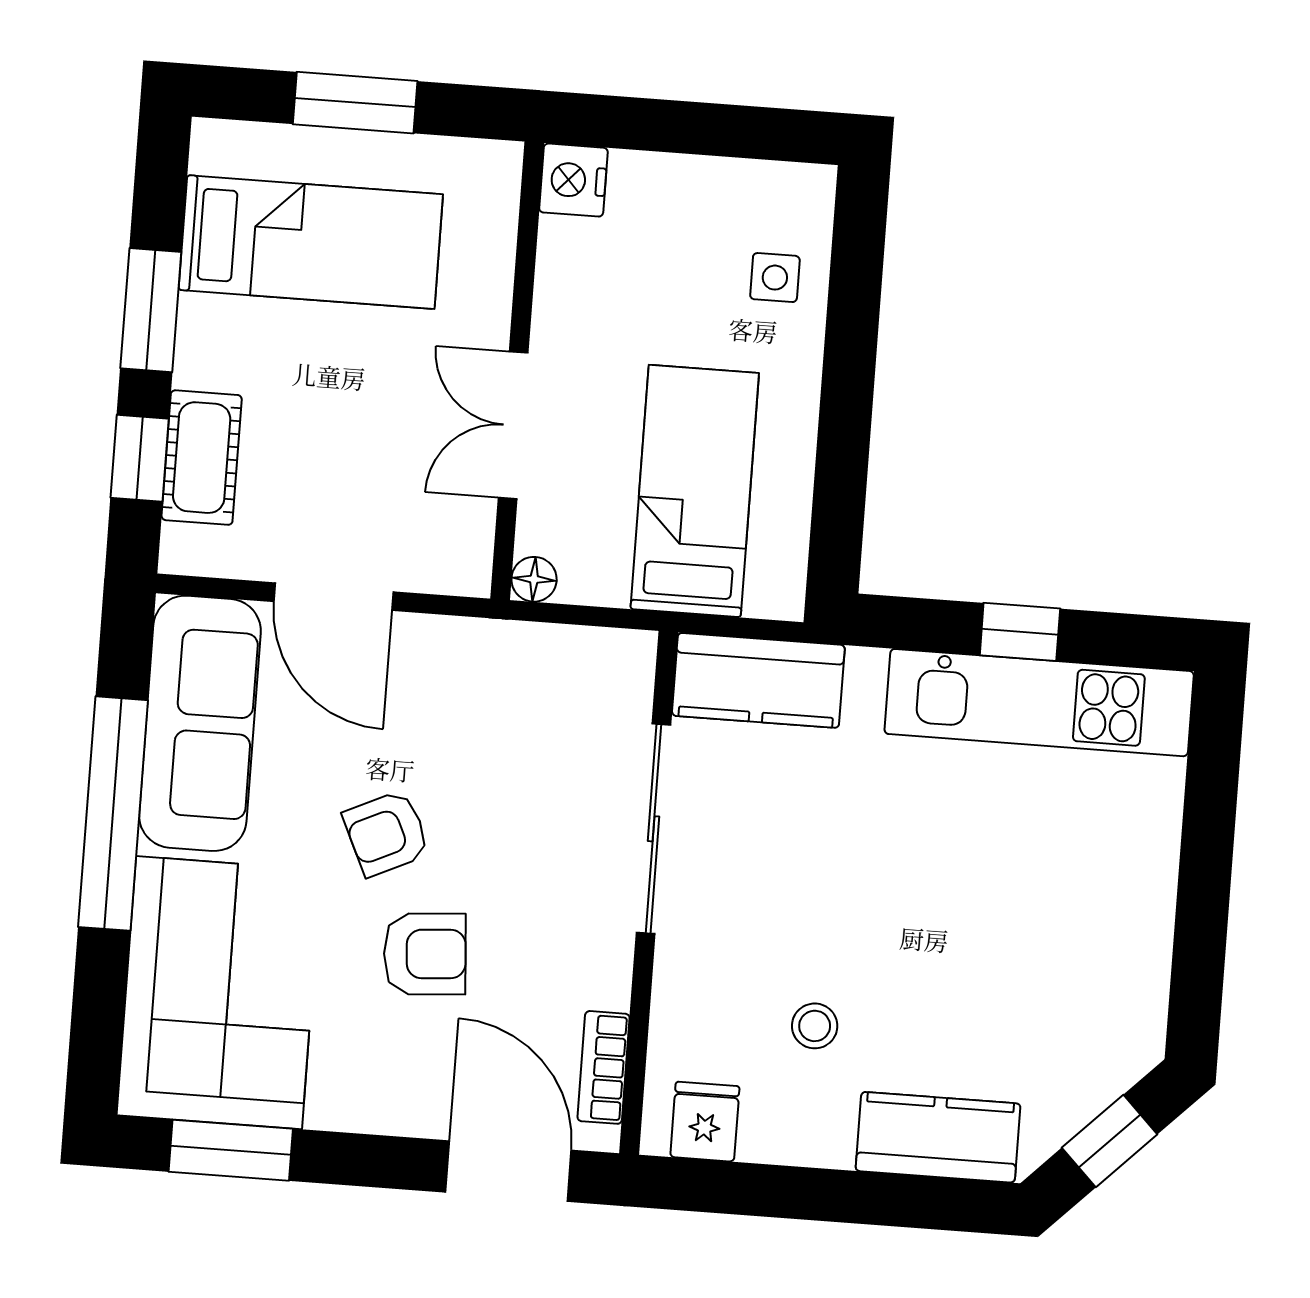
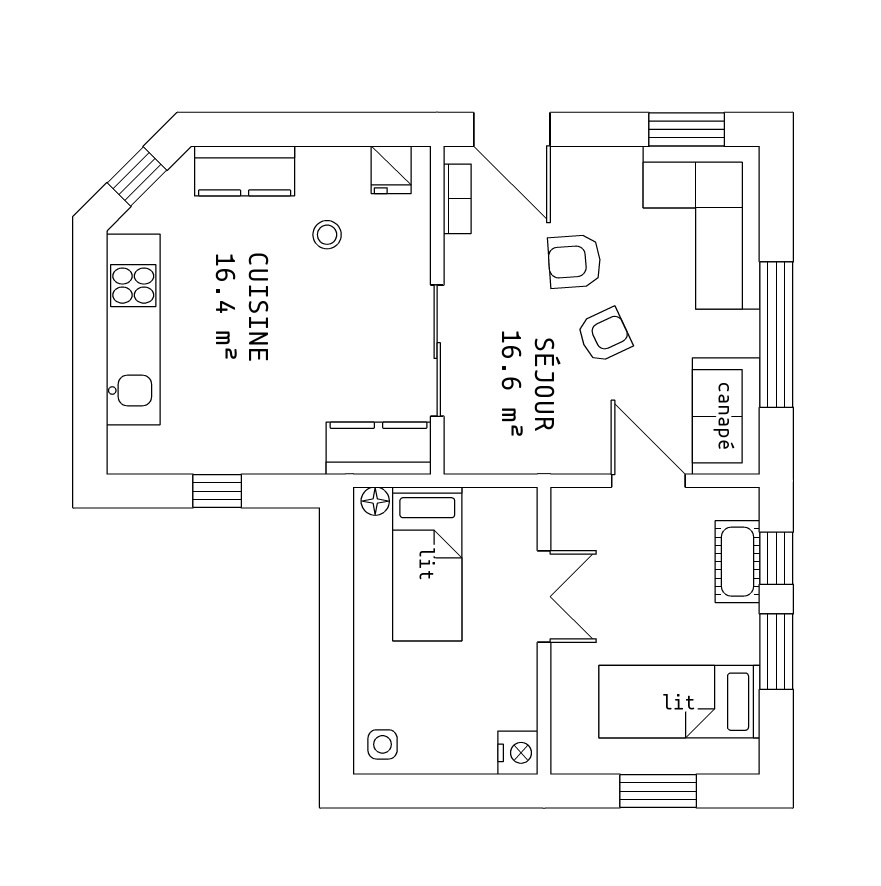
side table: (775, 278) -> (383, 744), moved
floor lamp: (534, 579) -> (375, 501), moved
kitchen unit: (1039, 703) -> (133, 329), moved, turned 90
sofa: (200, 723) -> (726, 416), width x0.73

